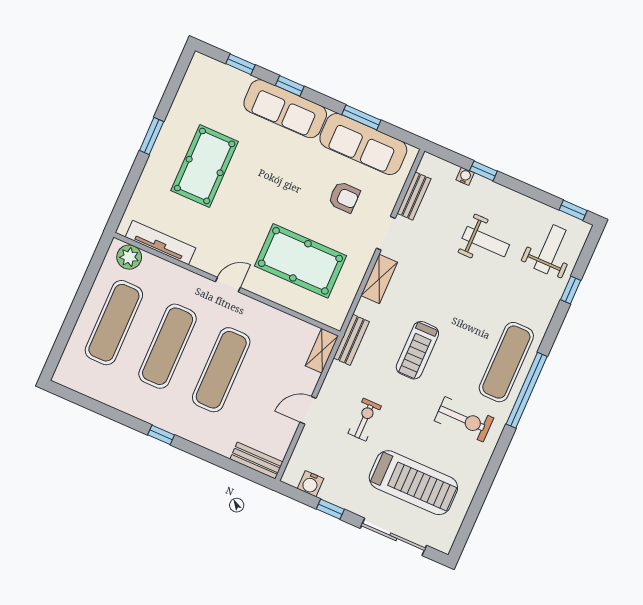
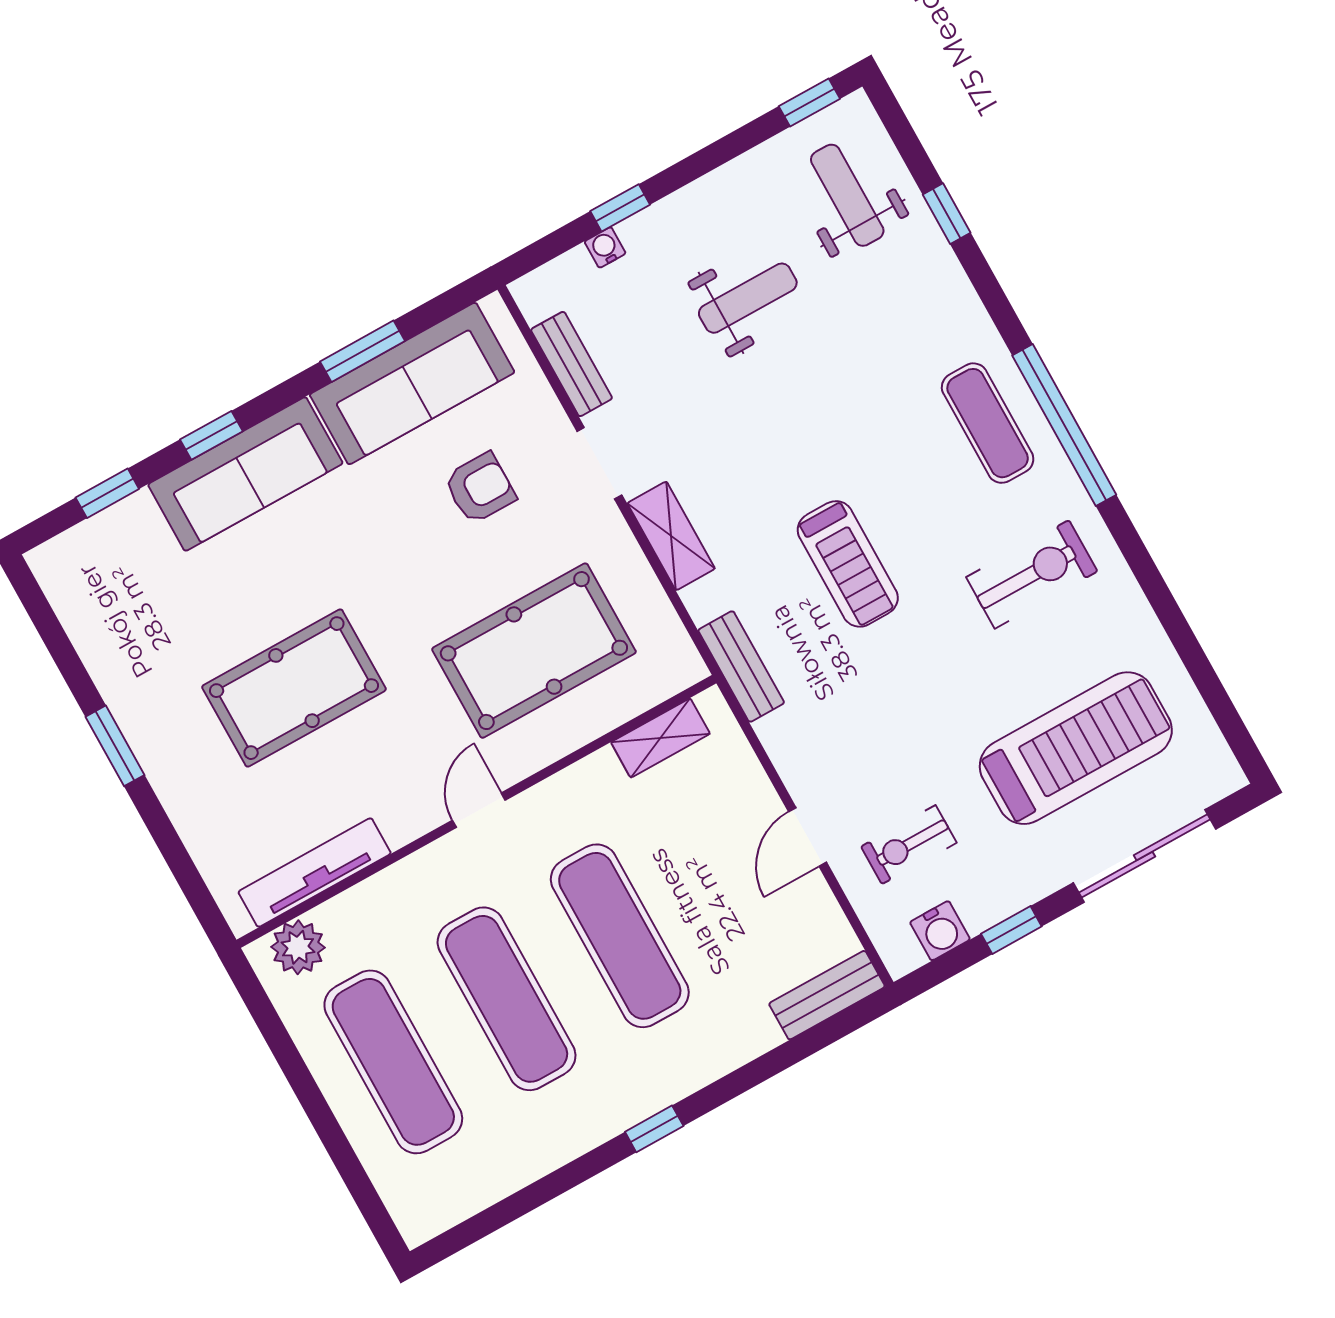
pool table: (205, 166) -> (294, 688), moved, turned 90
shelving: (322, 351) -> (660, 738), moved, turned 90
exercise mat: (506, 362) -> (988, 423), width x0.73, depth x0.69
exercise bike: (365, 420) -> (909, 845), moved, turned -90

